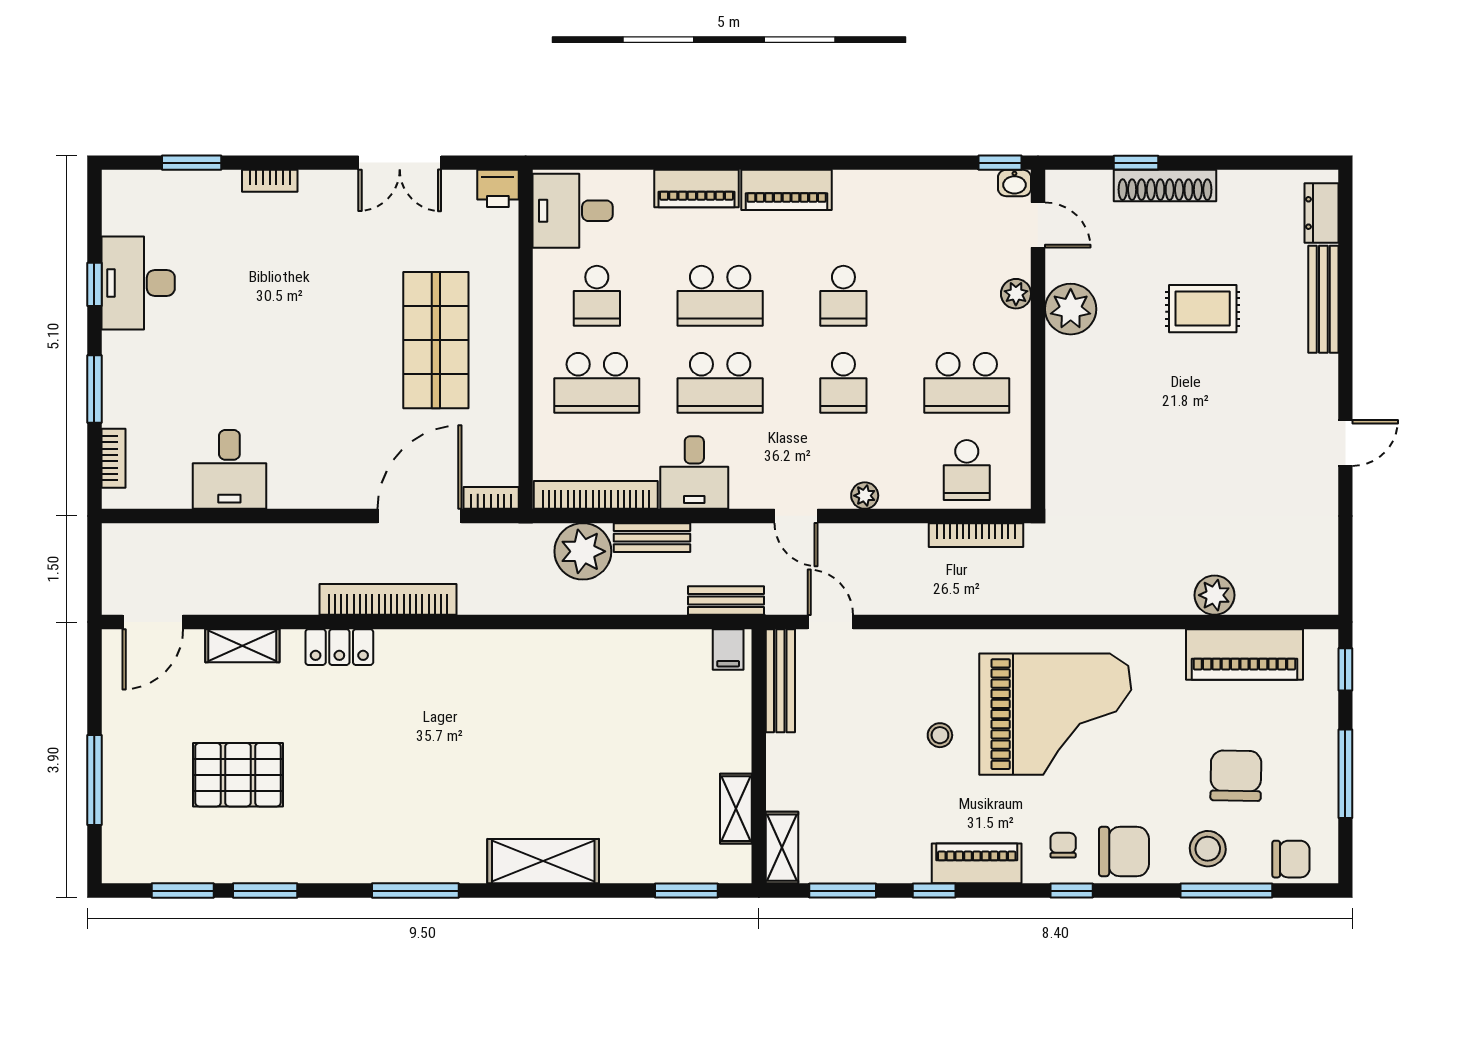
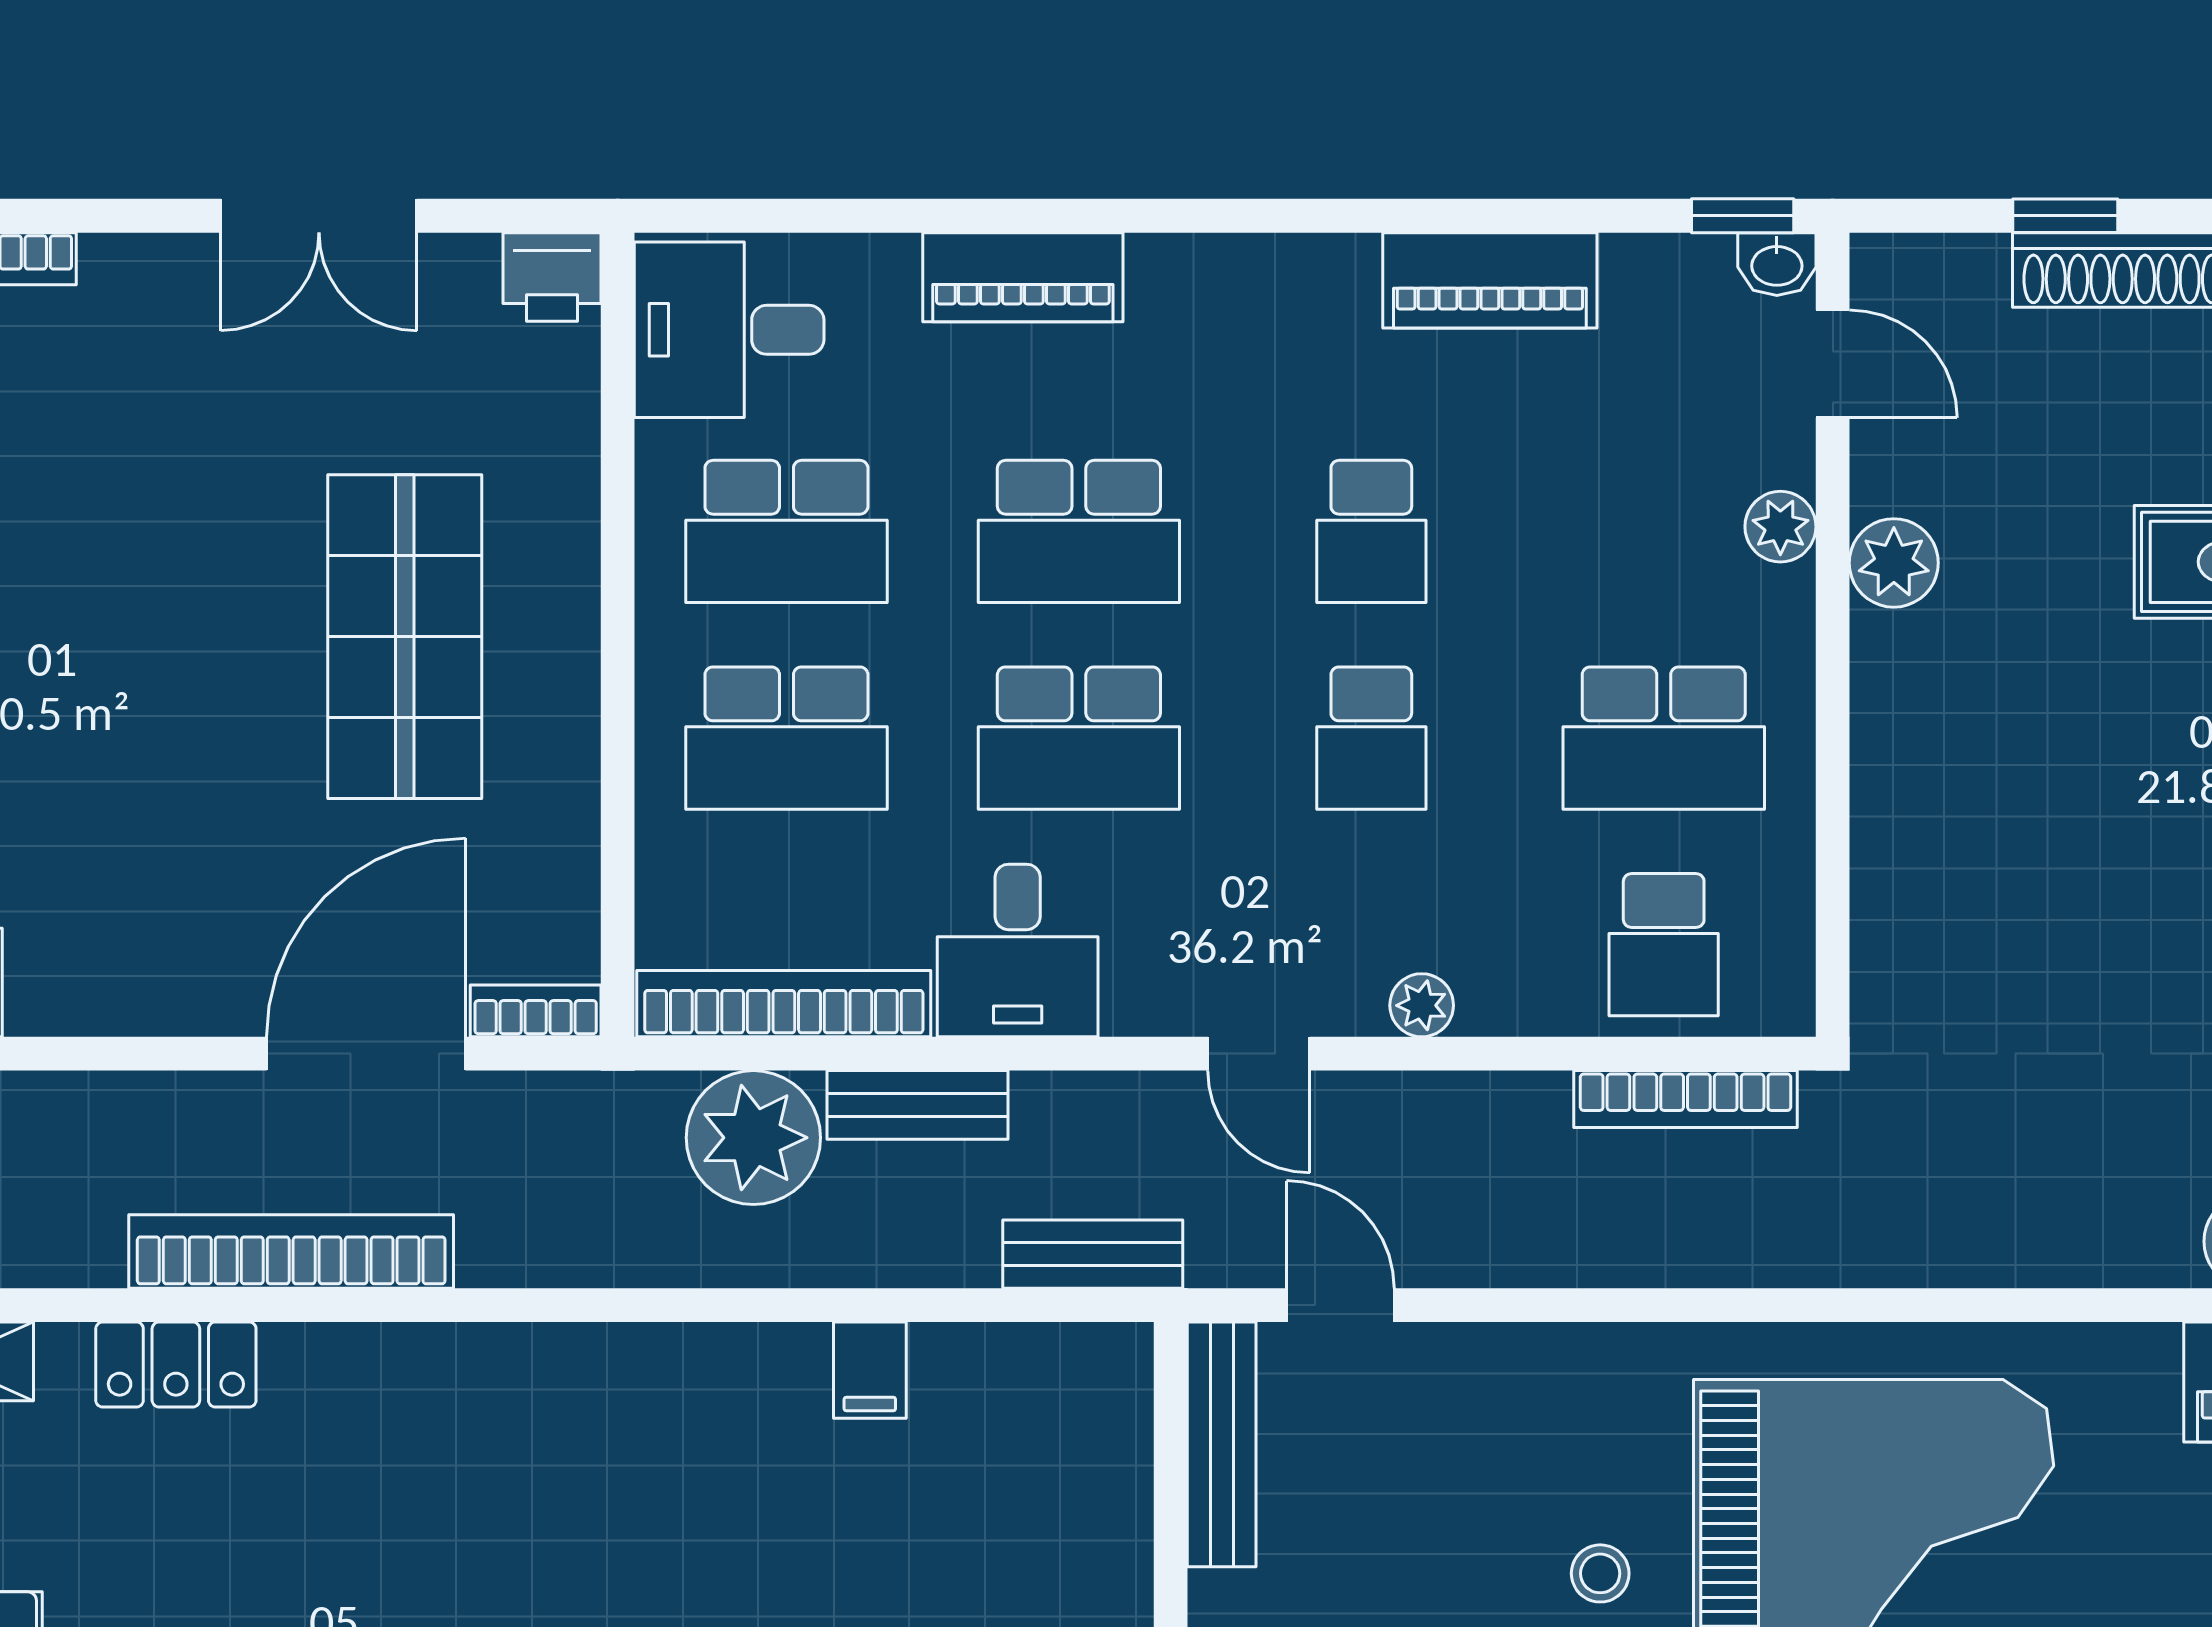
piano: (787, 190) -> (1490, 280), moved
school desk: (597, 296) -> (786, 531), width x1.85
plant: (1071, 309) -> (1894, 563), width x0.73, depth x0.73
filing cabinet: (728, 649) -> (870, 1370), moved

